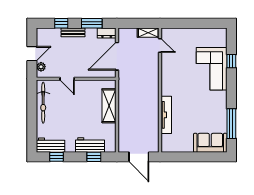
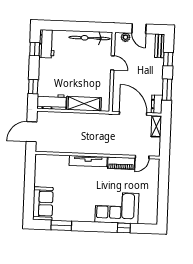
bench: (73, 32) -> (160, 46), moved
shelving: (148, 33) -> (156, 126), moved
piano: (167, 66) -> (121, 163), added
door: (67, 79) -> (112, 63), swing flipped
tv unit: (166, 115) -> (88, 161), moved
window: (231, 124) -> (61, 225), width x0.69
workbench: (90, 145) -> (52, 102), moved, turned -90

